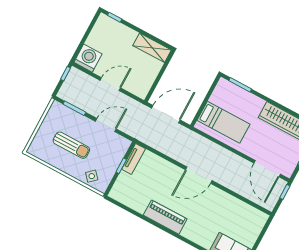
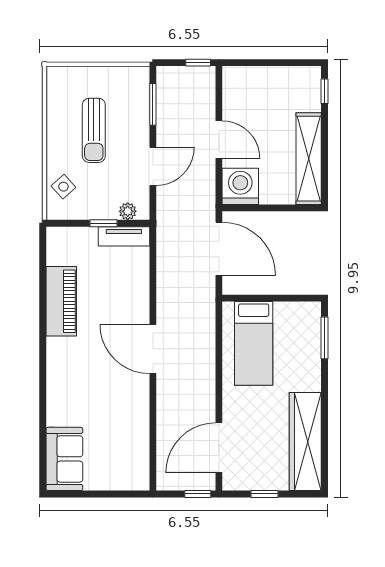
shelving: (152, 48) -> (309, 159), width x1.47
washing machine: (88, 58) -> (240, 186), moved, turned -90
door: (106, 125) -> (153, 166), hinge flipped
plant: (122, 150) -> (128, 211), added
piano: (165, 217) -> (61, 301), moved

